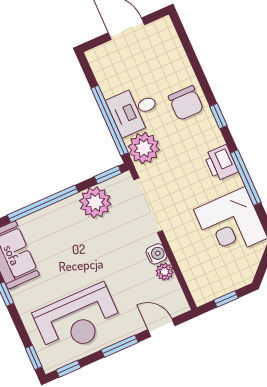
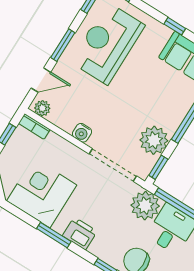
window: (246, 178) -> (54, 235), width x0.69
plant: (165, 272) -> (42, 108), moved
bookcase: (196, 289) -> (34, 126), added

